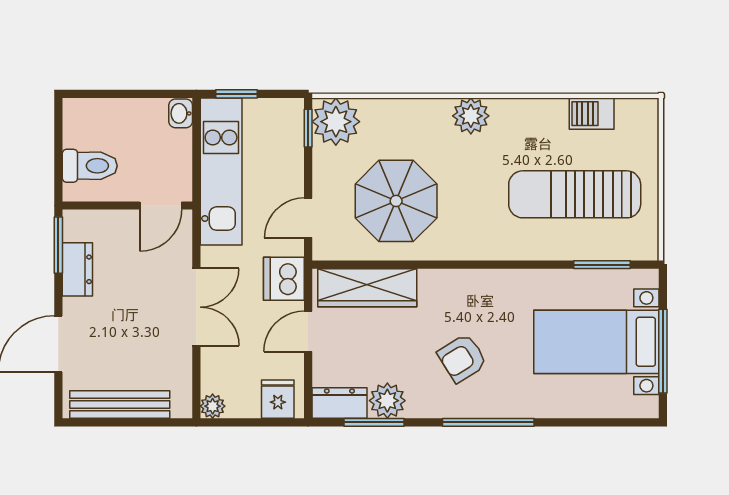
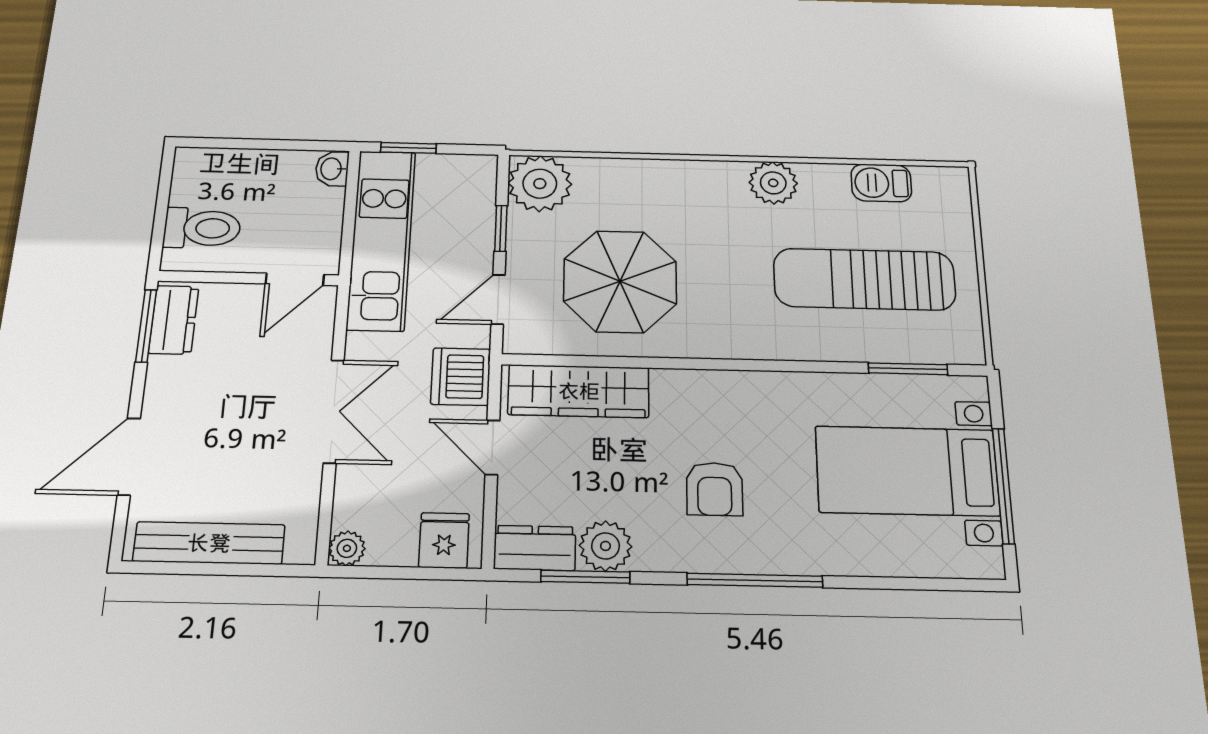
plant: (471, 116) -> (773, 183), moved
window: (308, 128) -> (501, 228), moved
dresser: (77, 269) -> (174, 320), moved
door: (308, 331) -> (492, 447), hinge flipped
armchair: (462, 358) -> (715, 489), turned -58

